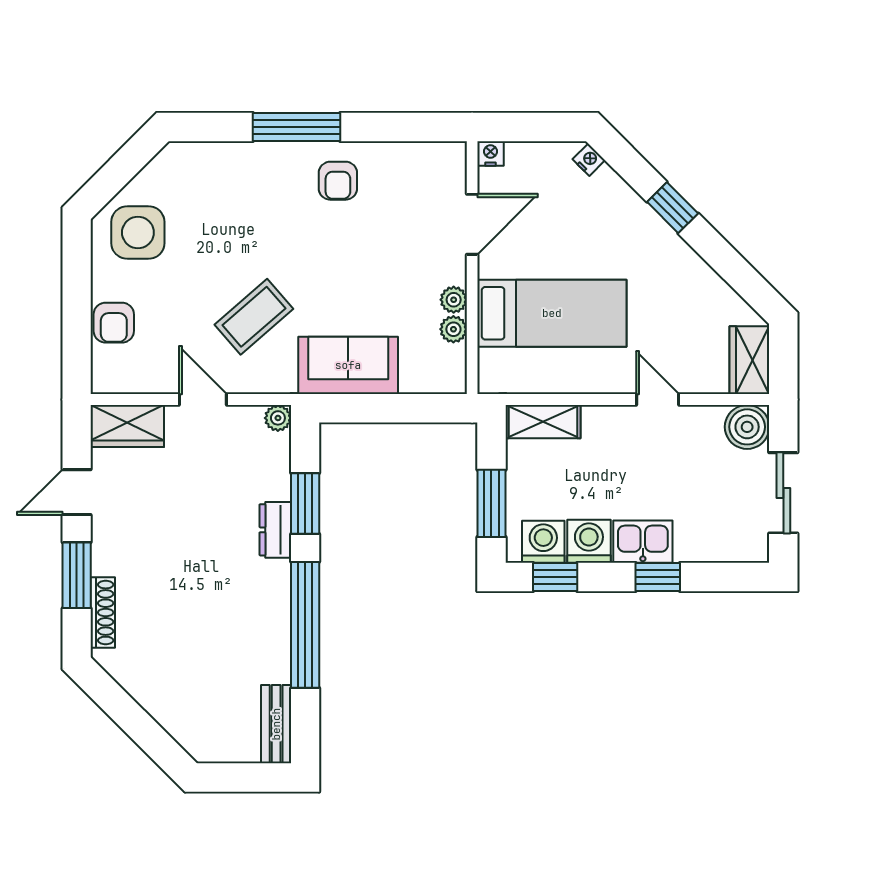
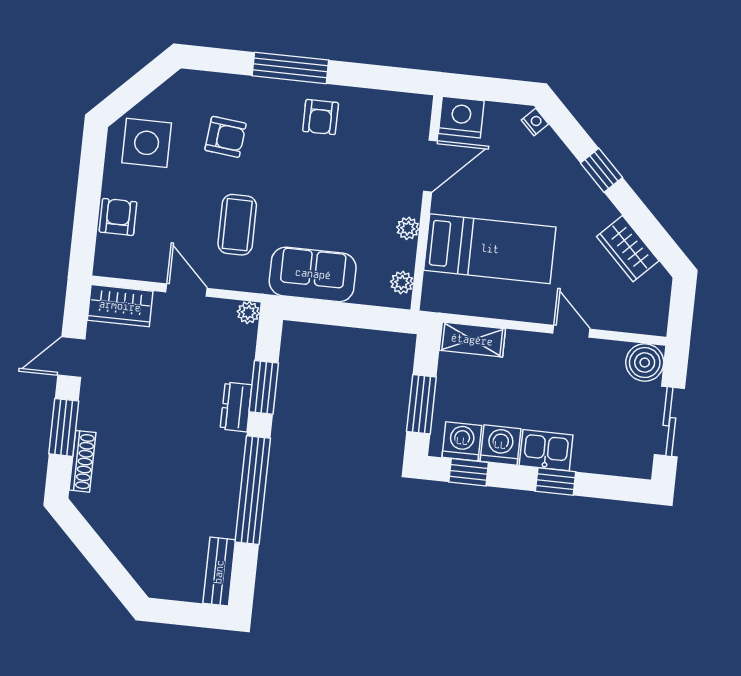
nightstand: (490, 153) -> (461, 117), width x1.89, depth x1.79
armchair: (229, 216) -> (226, 137), added
coffee table: (254, 317) -> (237, 225), turned -49
armchair: (114, 323) -> (118, 217), turned 180
plant: (453, 329) -> (402, 282), moved
wardrobe: (749, 360) -> (628, 249), moved, turned -45

